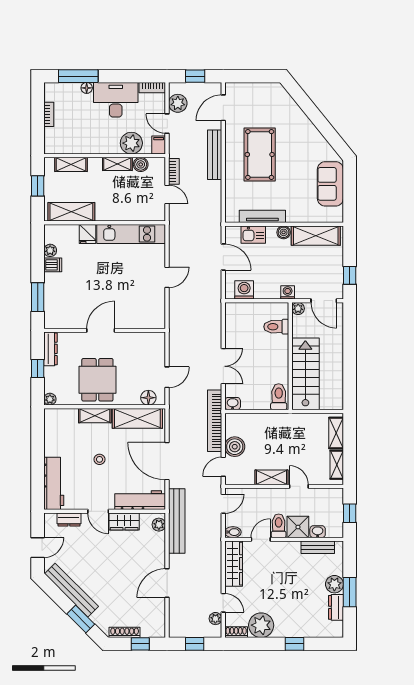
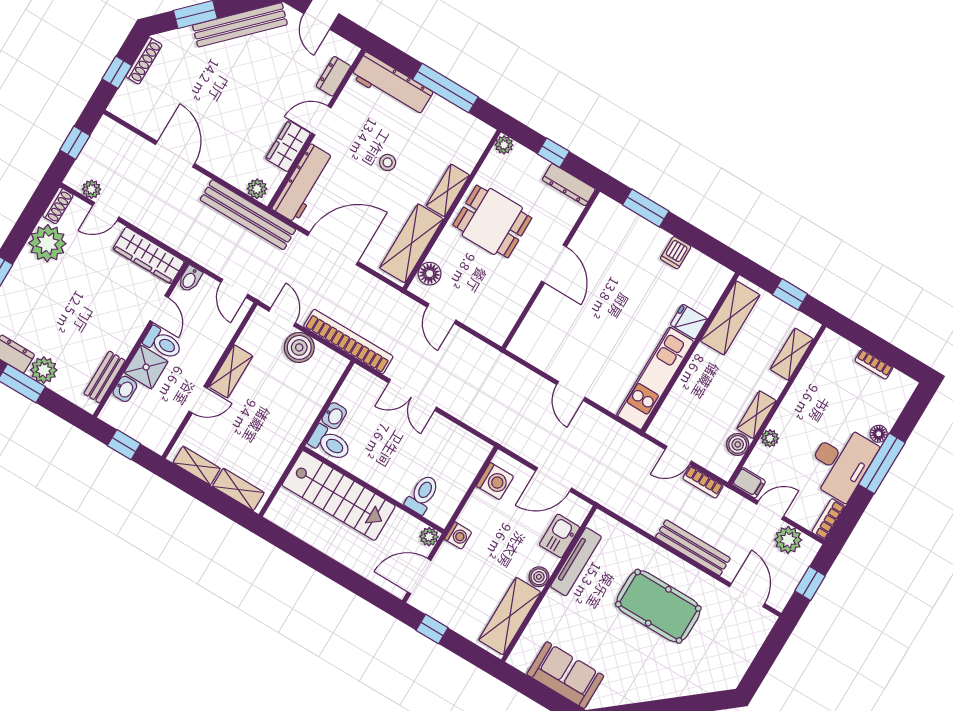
window: (78, 76) -> (882, 463), moved
plant: (131, 143) -> (770, 438), width x0.53, depth x0.53
plant: (50, 250) -> (697, 261), removed
washbasin: (233, 404) -> (334, 416), moved
window: (38, 452) -> (445, 88), added

